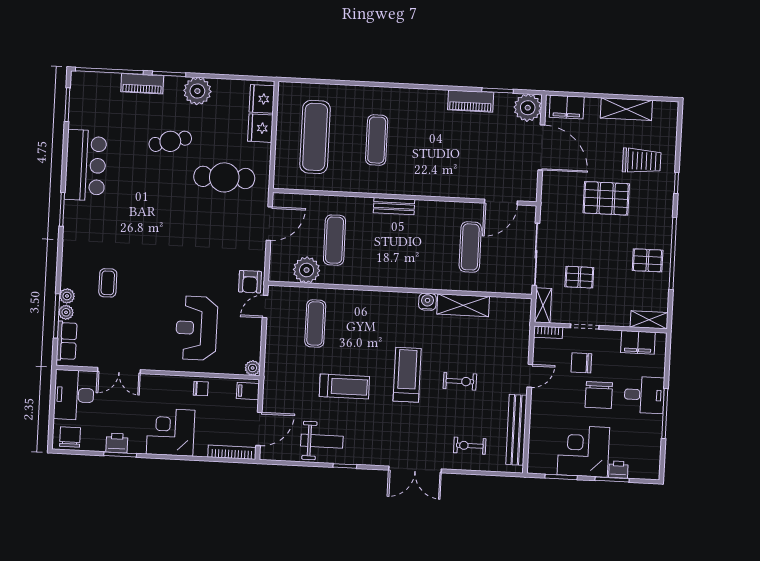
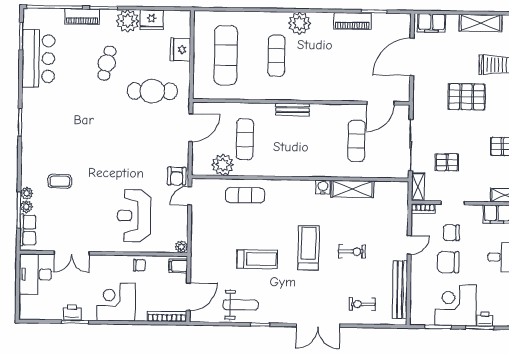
fridge: (262, 99) -> (152, 20), moved, turned -90
plant: (528, 108) -> (300, 23), moved
cafe table: (170, 141) -> (107, 63), turned -61
door: (541, 147) -> (412, 57), swing flipped
bar counter: (86, 165) -> (38, 58), moved
coffee table: (108, 283) -> (60, 181), turned 90
exercise mat: (315, 324) -> (245, 195), moved, turned 90
chair: (599, 395) -> (448, 262), moved, turned 90
chair: (70, 437) -> (33, 309), removed

